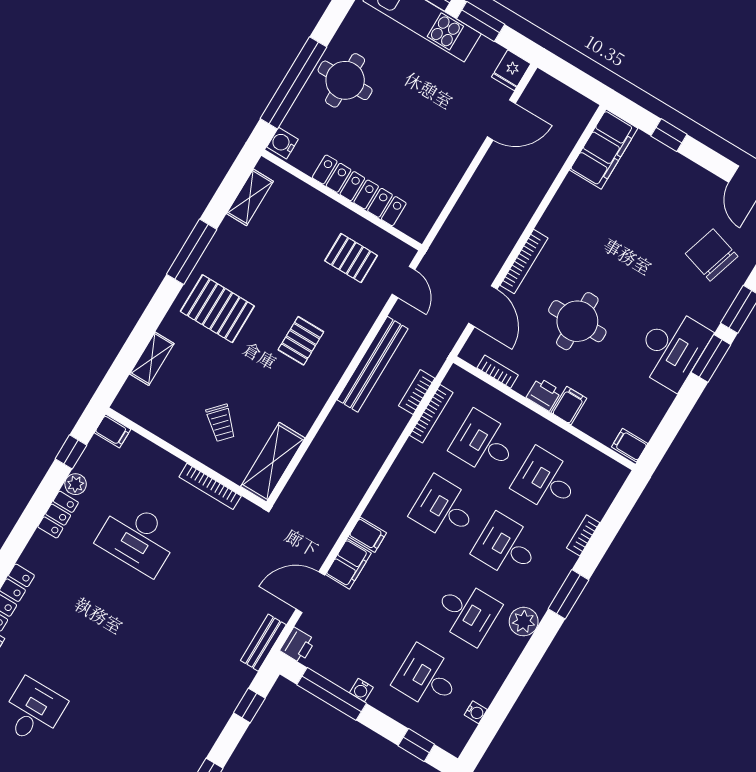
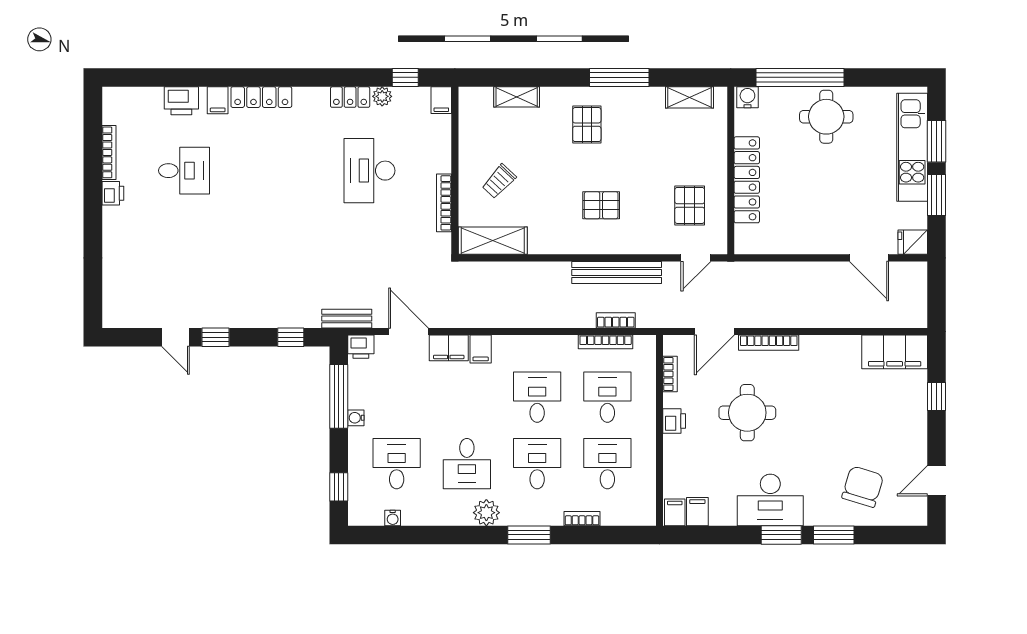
pallet: (217, 309) -> (587, 125), width x0.67, depth x0.71
filing cabinet: (569, 405) -> (697, 512), moved, turned -90

